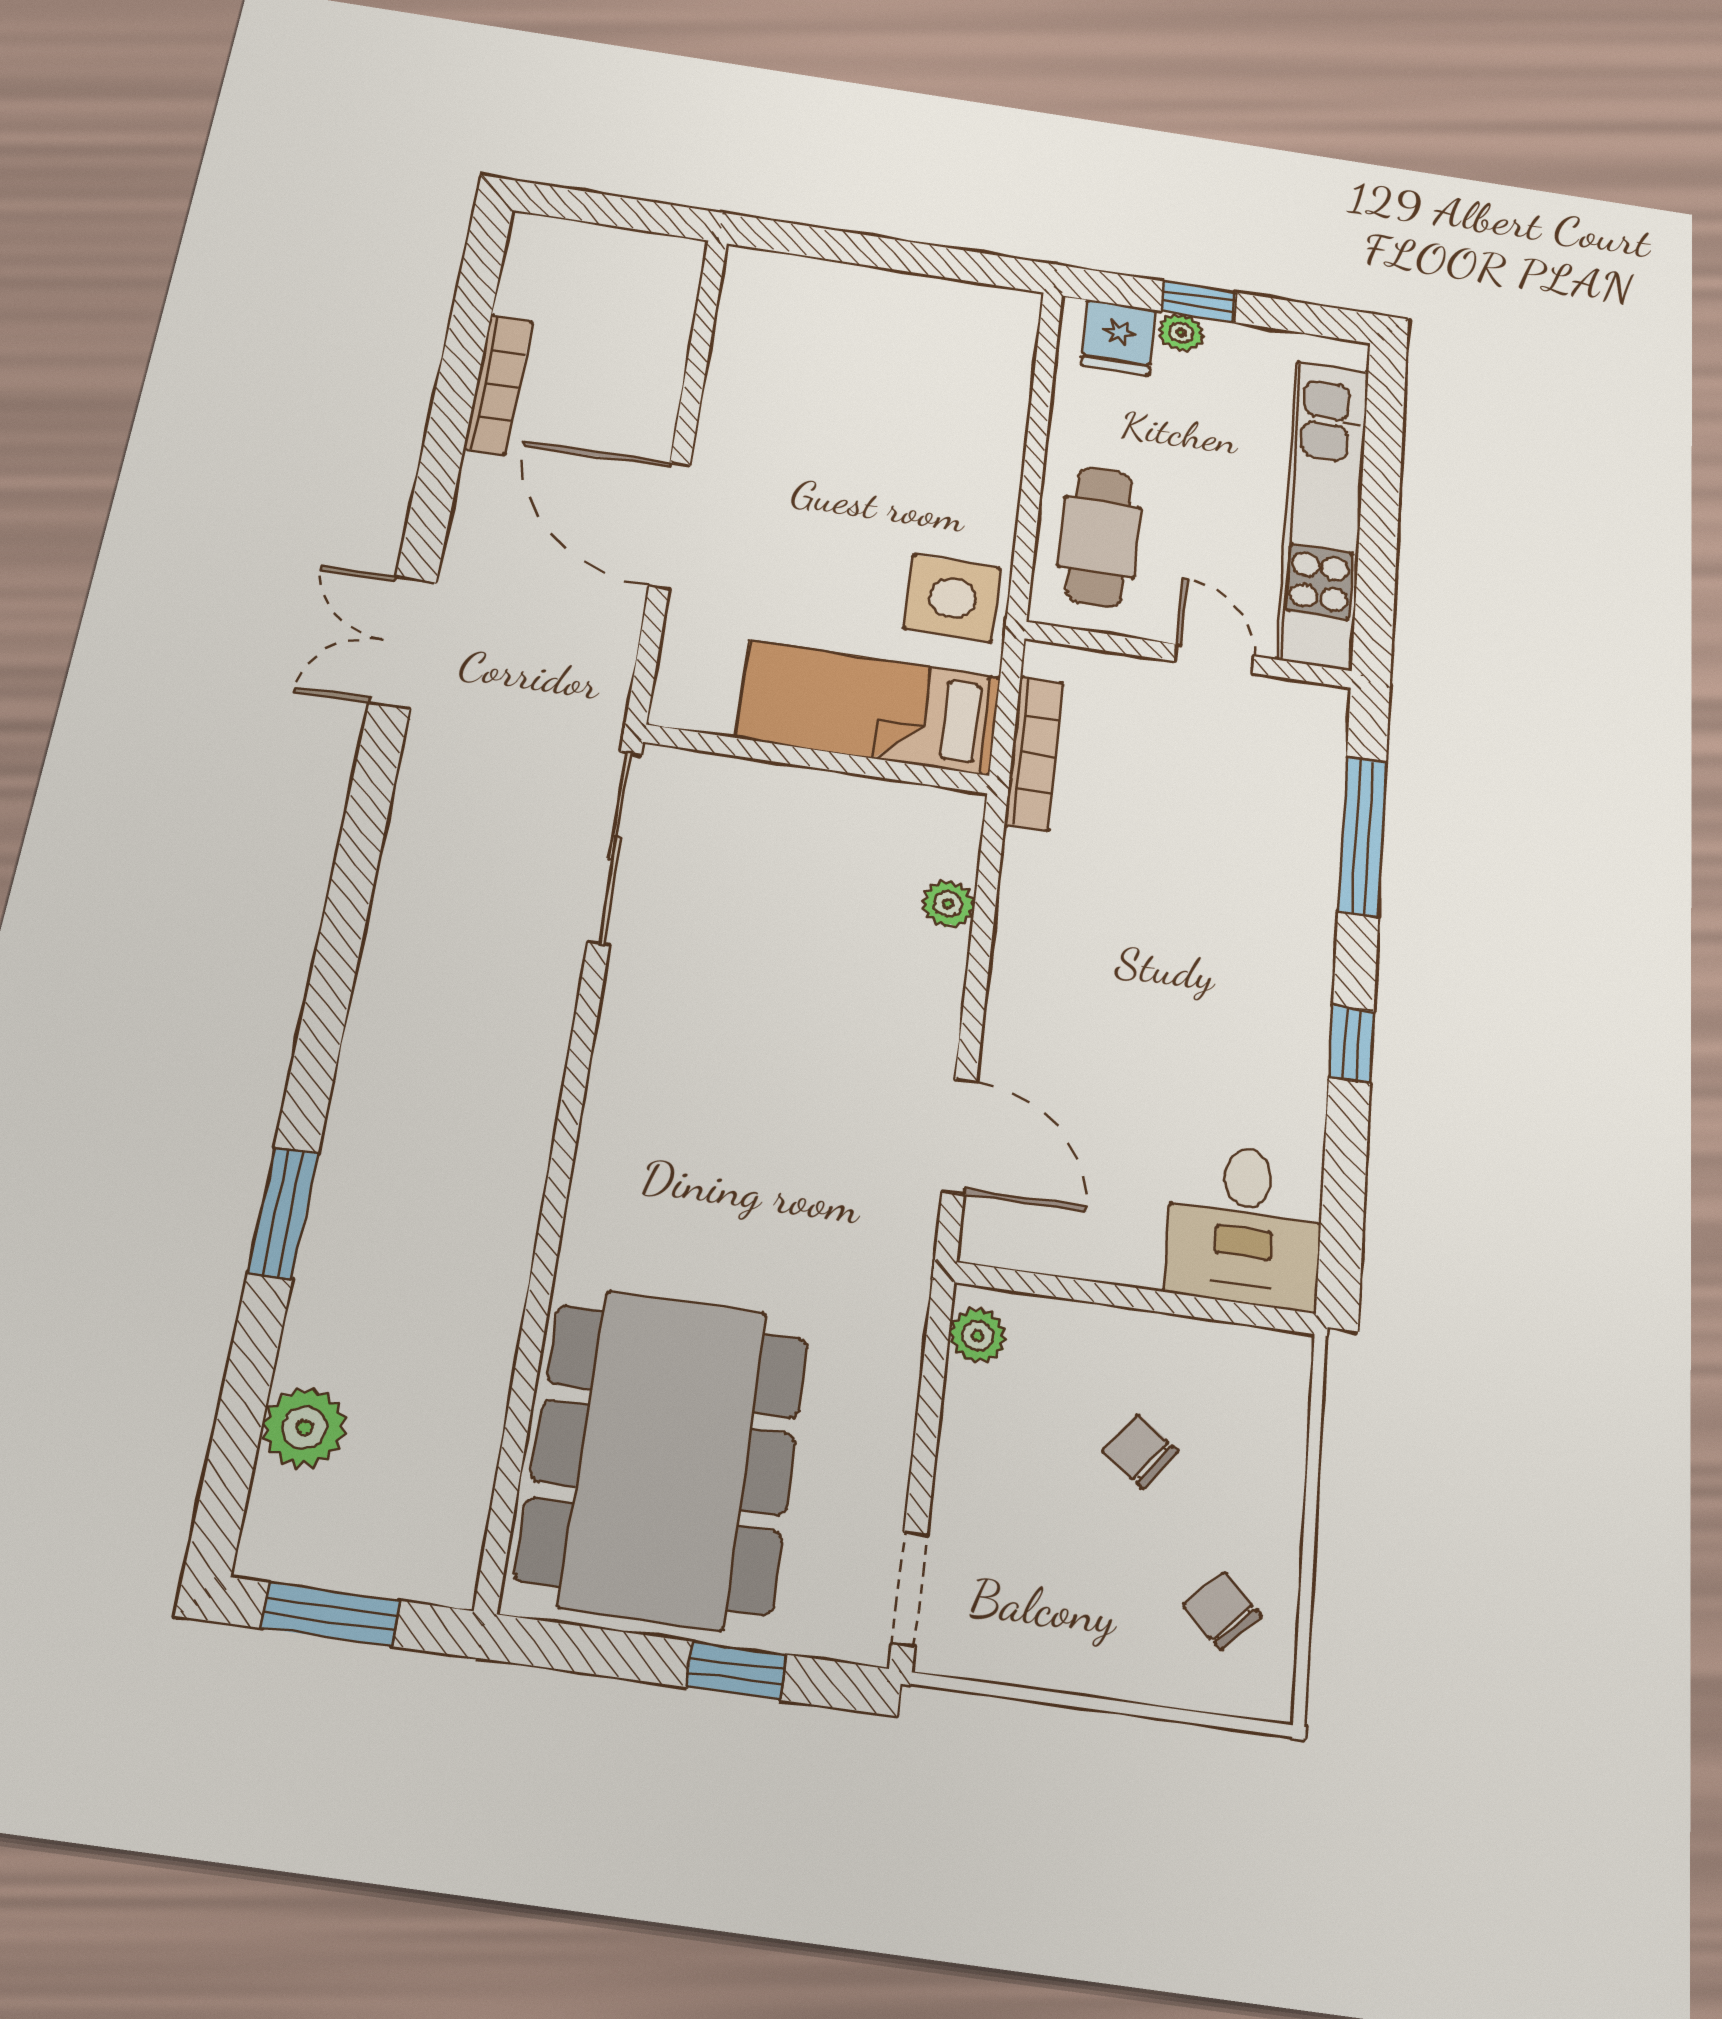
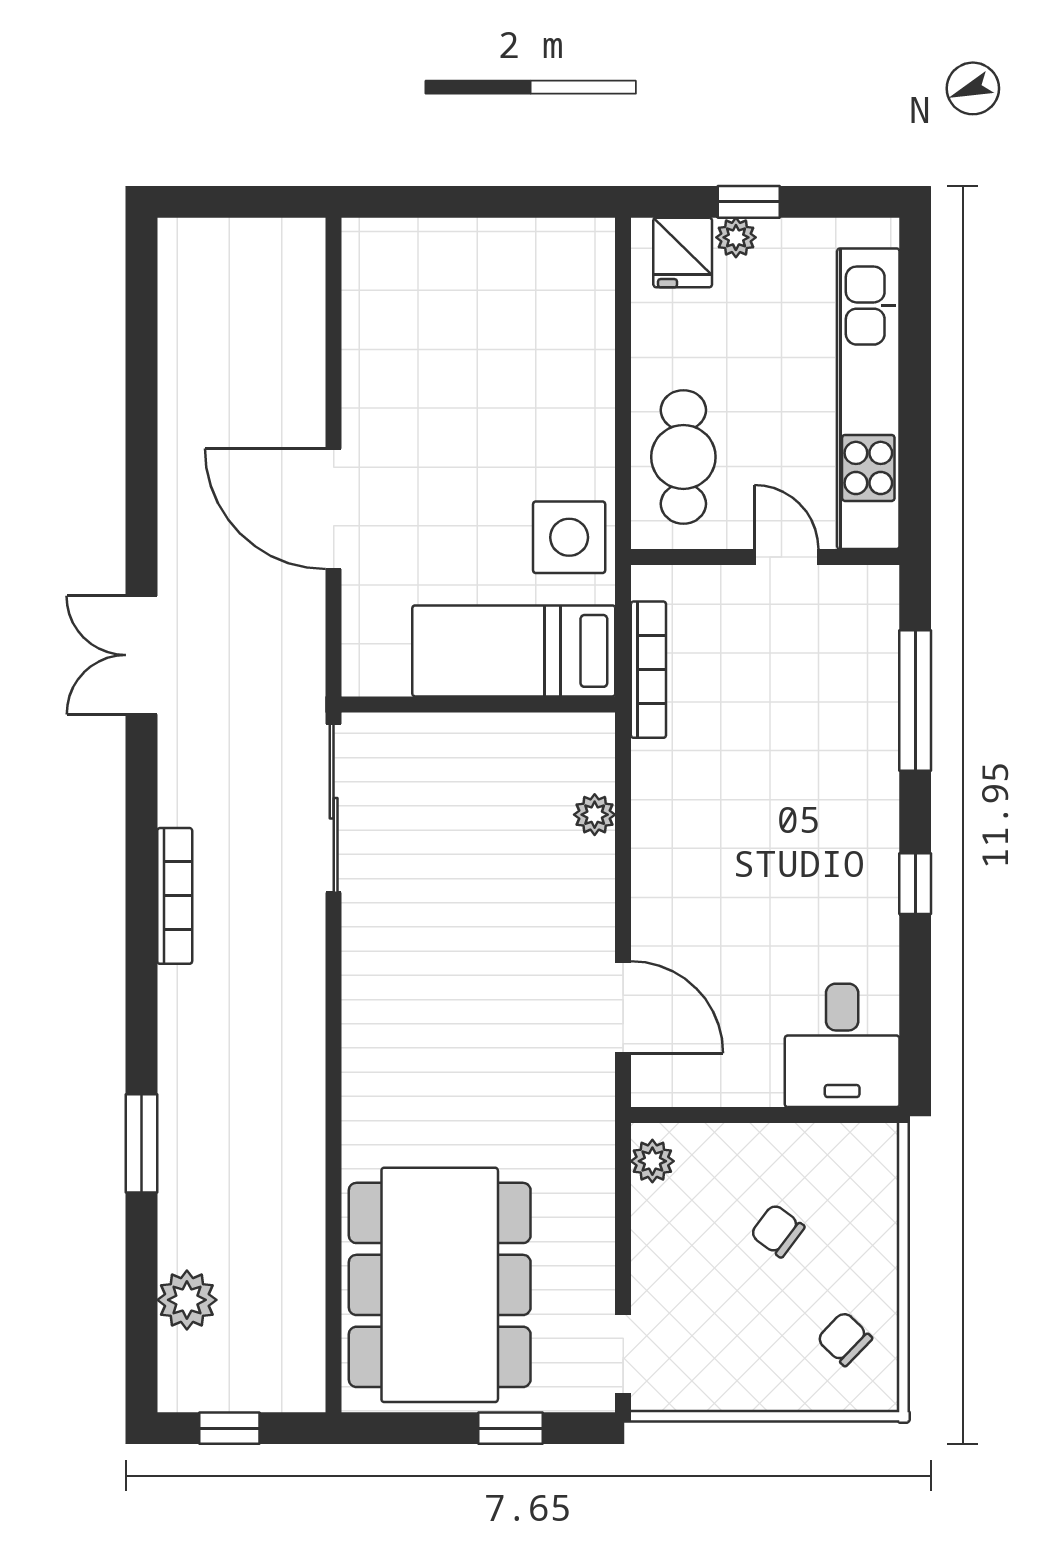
bookcase: (498, 384) -> (175, 896), moved
window: (330, 1614) -> (229, 1428), width x0.67

